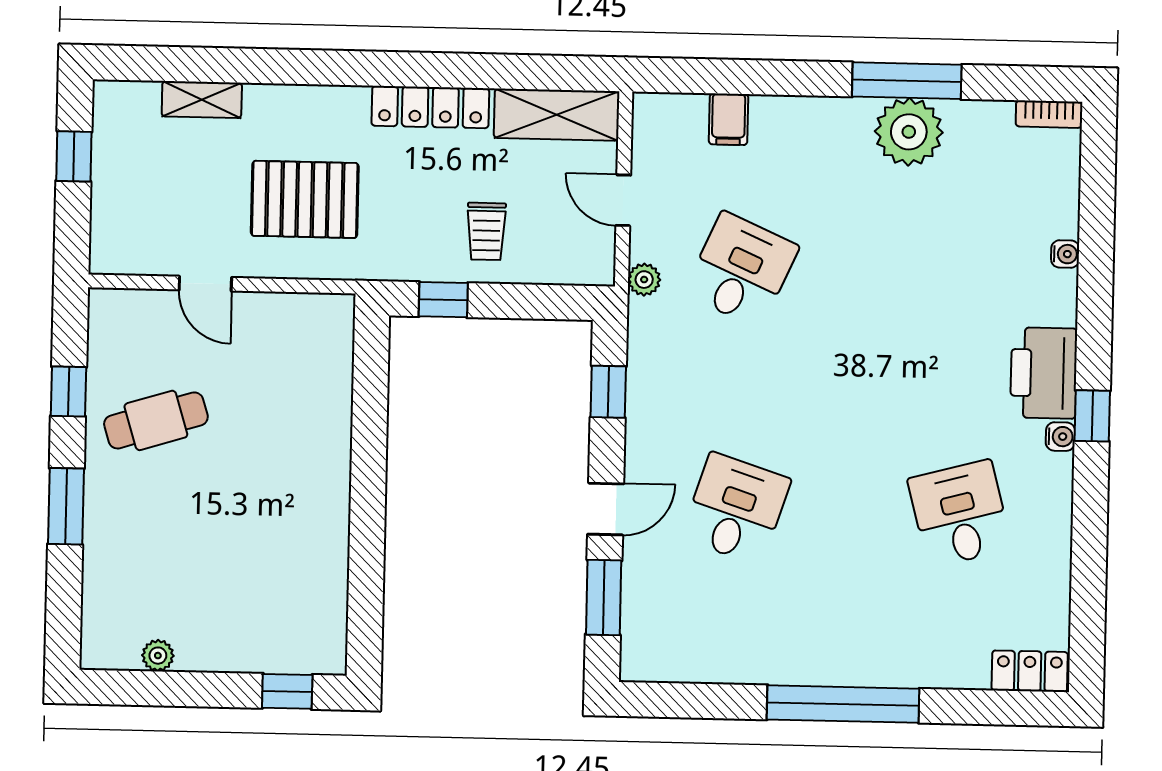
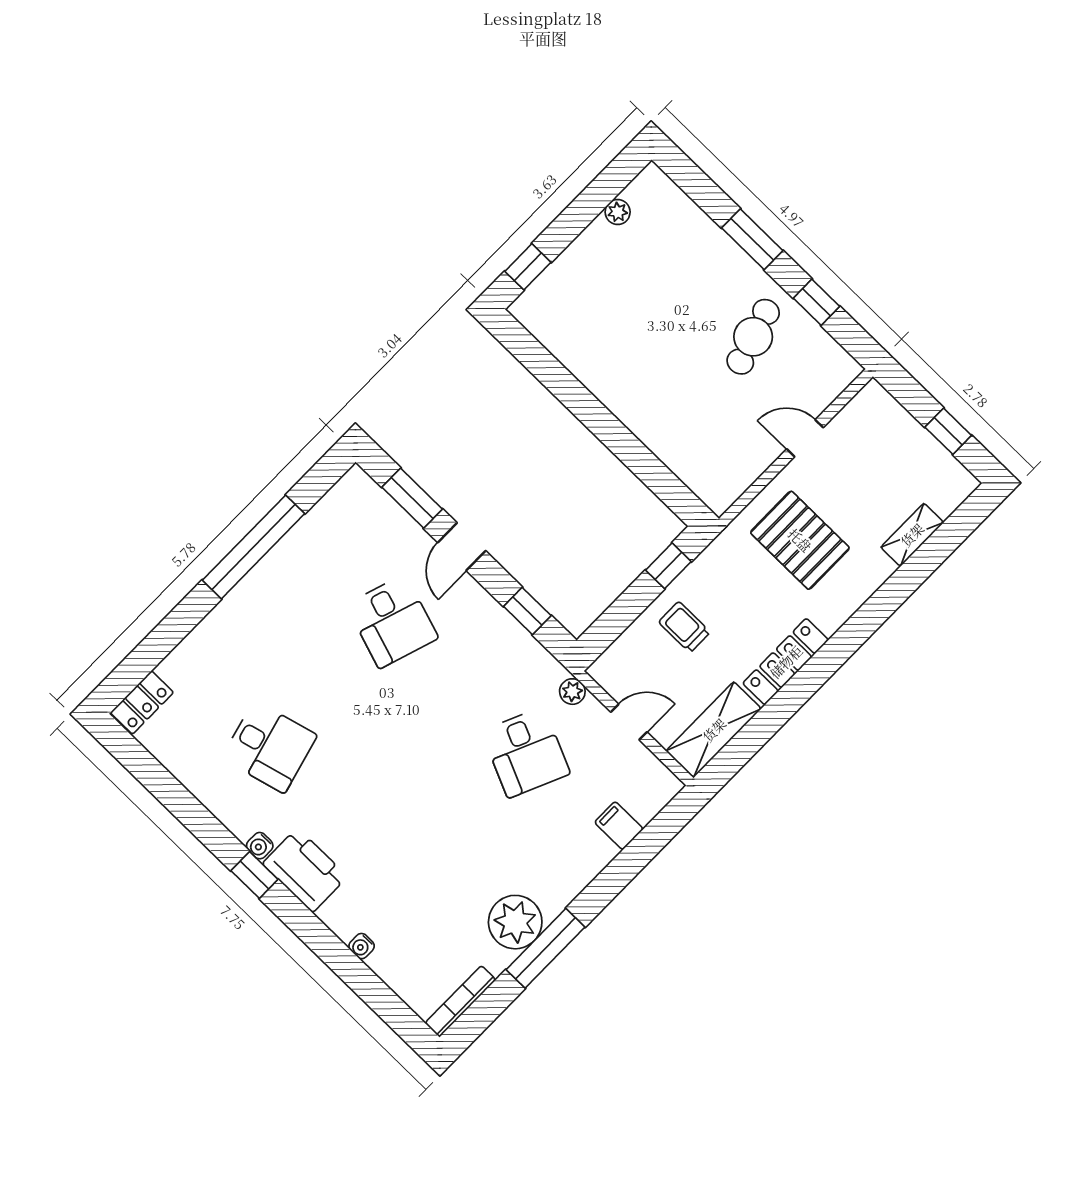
bookcase: (1049, 114) -> (460, 1001), width x1.56
pallet: (305, 199) -> (800, 540), turned 90
window: (843, 704) -> (253, 547), moved

